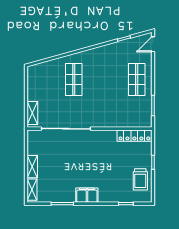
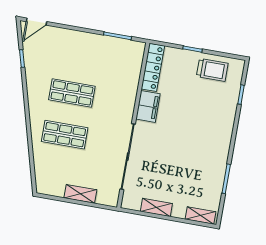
door: (153, 44) -> (36, 22), hinge flipped
shop shelf: (137, 80) -> (72, 93), moved
shelving: (32, 113) -> (80, 194), moved
shelving: (32, 167) -> (156, 207), moved
filing cabinet: (87, 195) -> (148, 106), moved, turned 180

